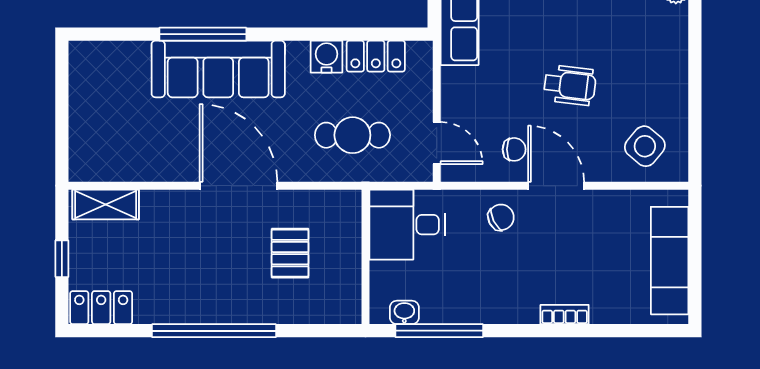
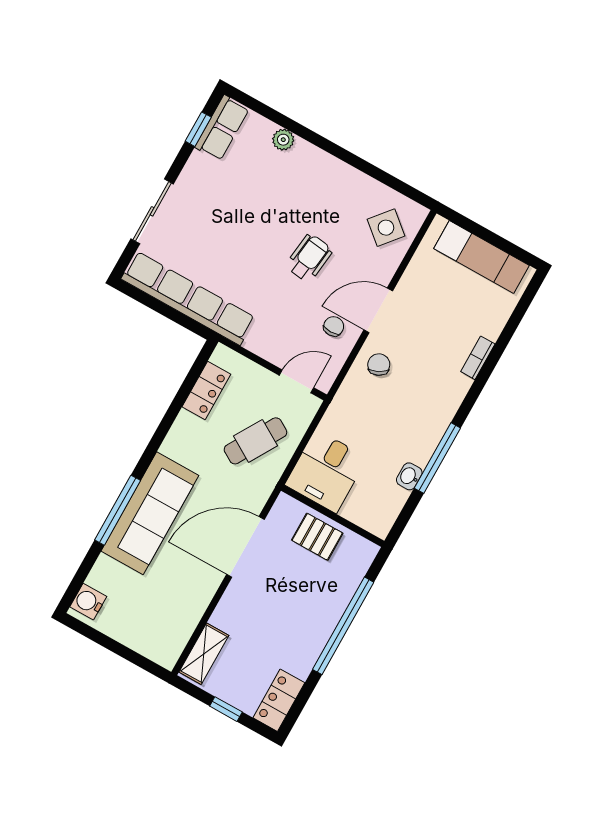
water cooler: (326, 57) -> (88, 602), moved
cafe table: (352, 135) -> (255, 441), turned 31
desk: (407, 225) -> (326, 471), moved
wall: (365, 257) -> (333, 516), moved

